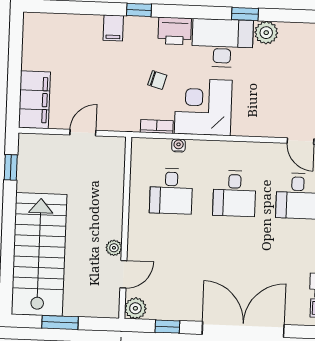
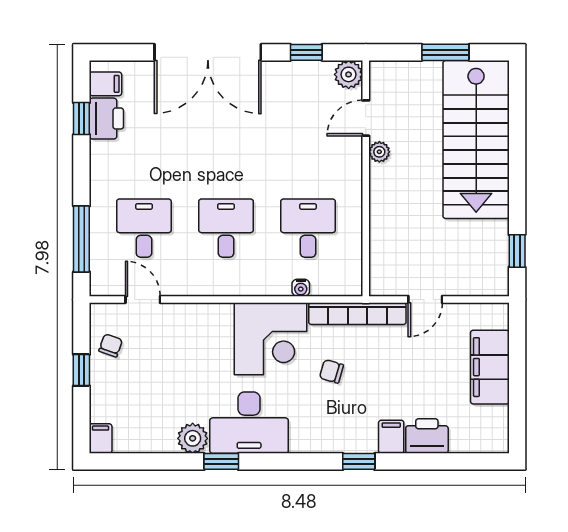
printer: (175, 31) -> (427, 436), moved
filing cabinet: (34, 100) -> (490, 367), moved
bookcase: (157, 127) -> (357, 314), width x2.31, depth x1.31

